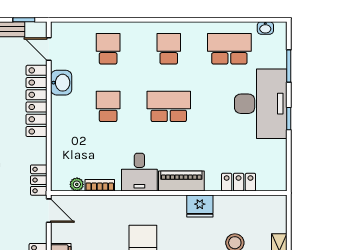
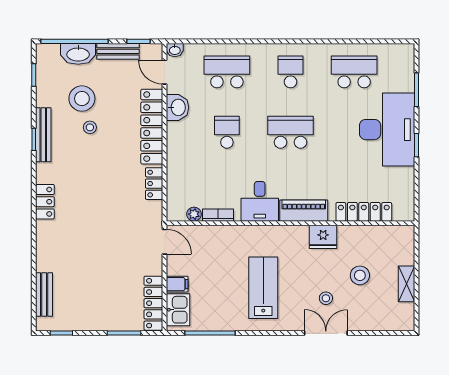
washbasin: (265, 28) -> (175, 50), moved
school desk: (108, 49) -> (227, 72), width x1.85
locker: (39, 180) -> (154, 184), moved
locker: (239, 182) -> (364, 212), width x1.53

